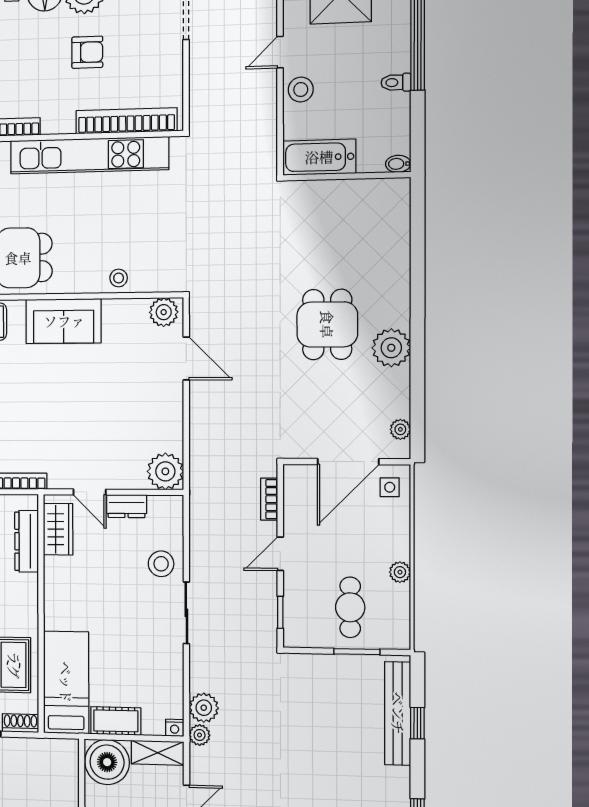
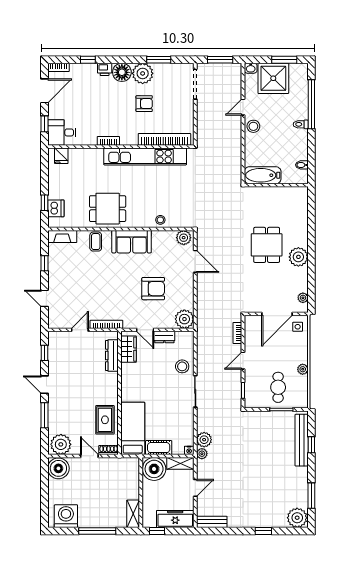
bathtub: (319, 157) -> (263, 175), moved
wall: (346, 176) -> (276, 185), moved
armchair: (105, 412) -> (153, 289), added

